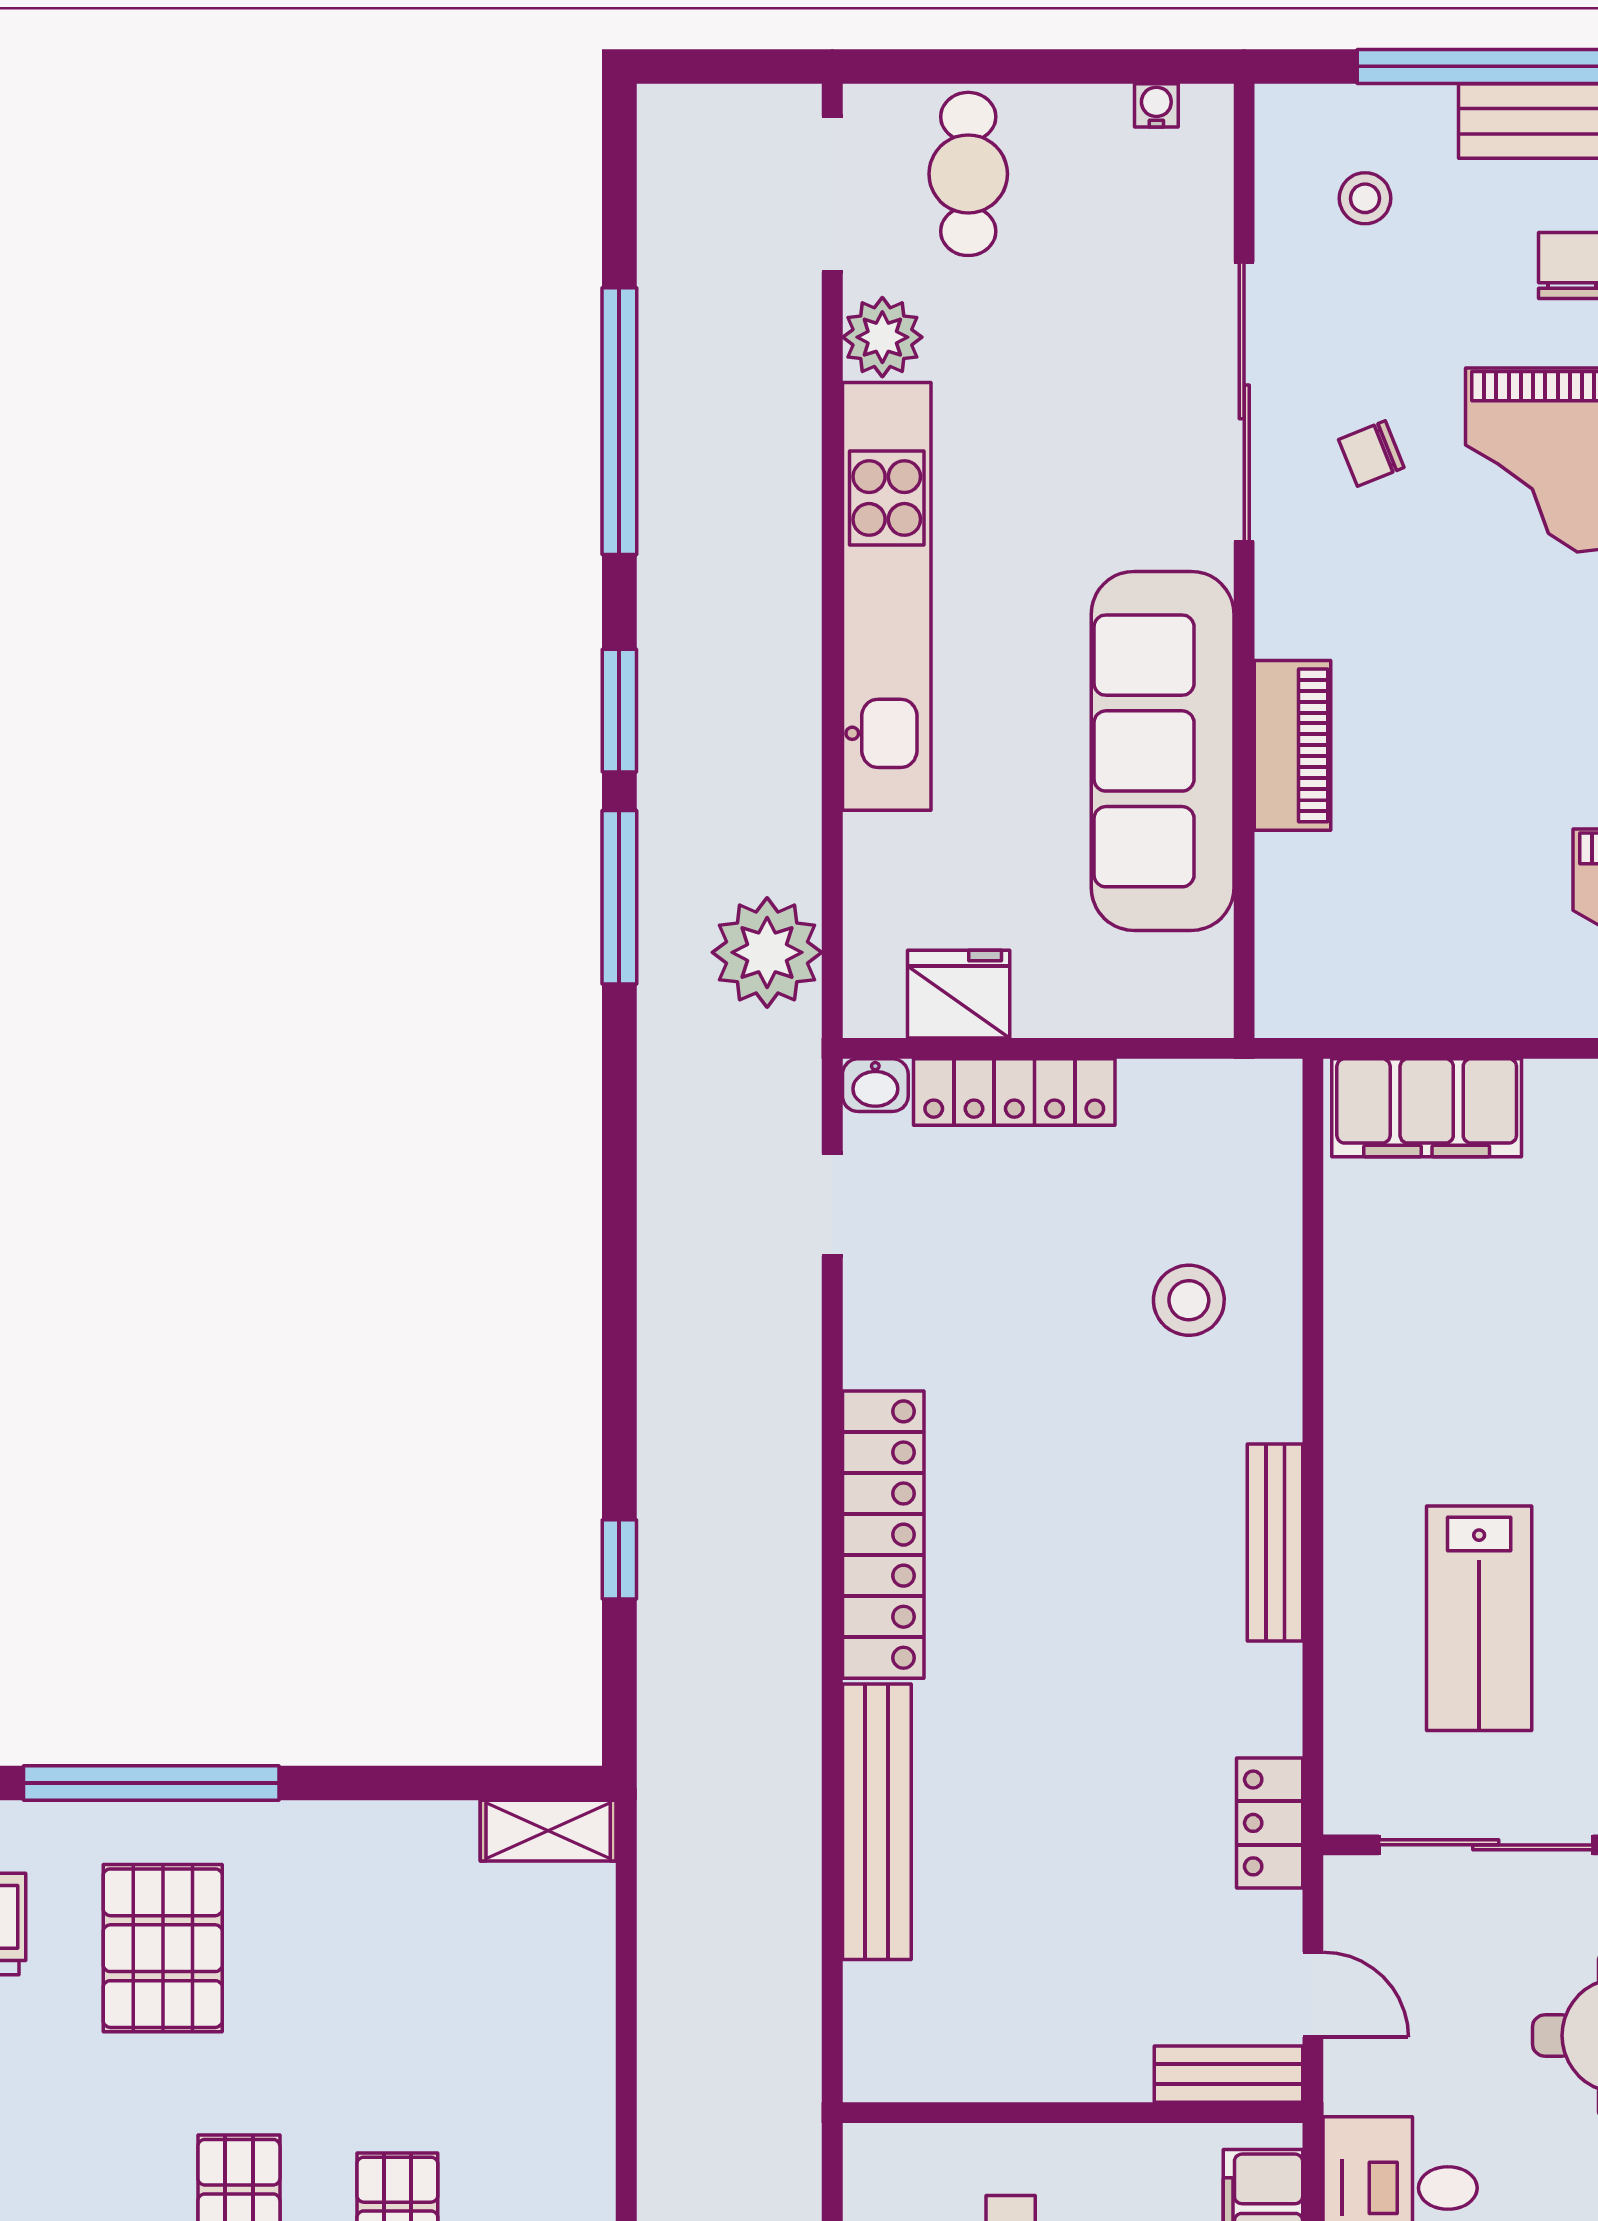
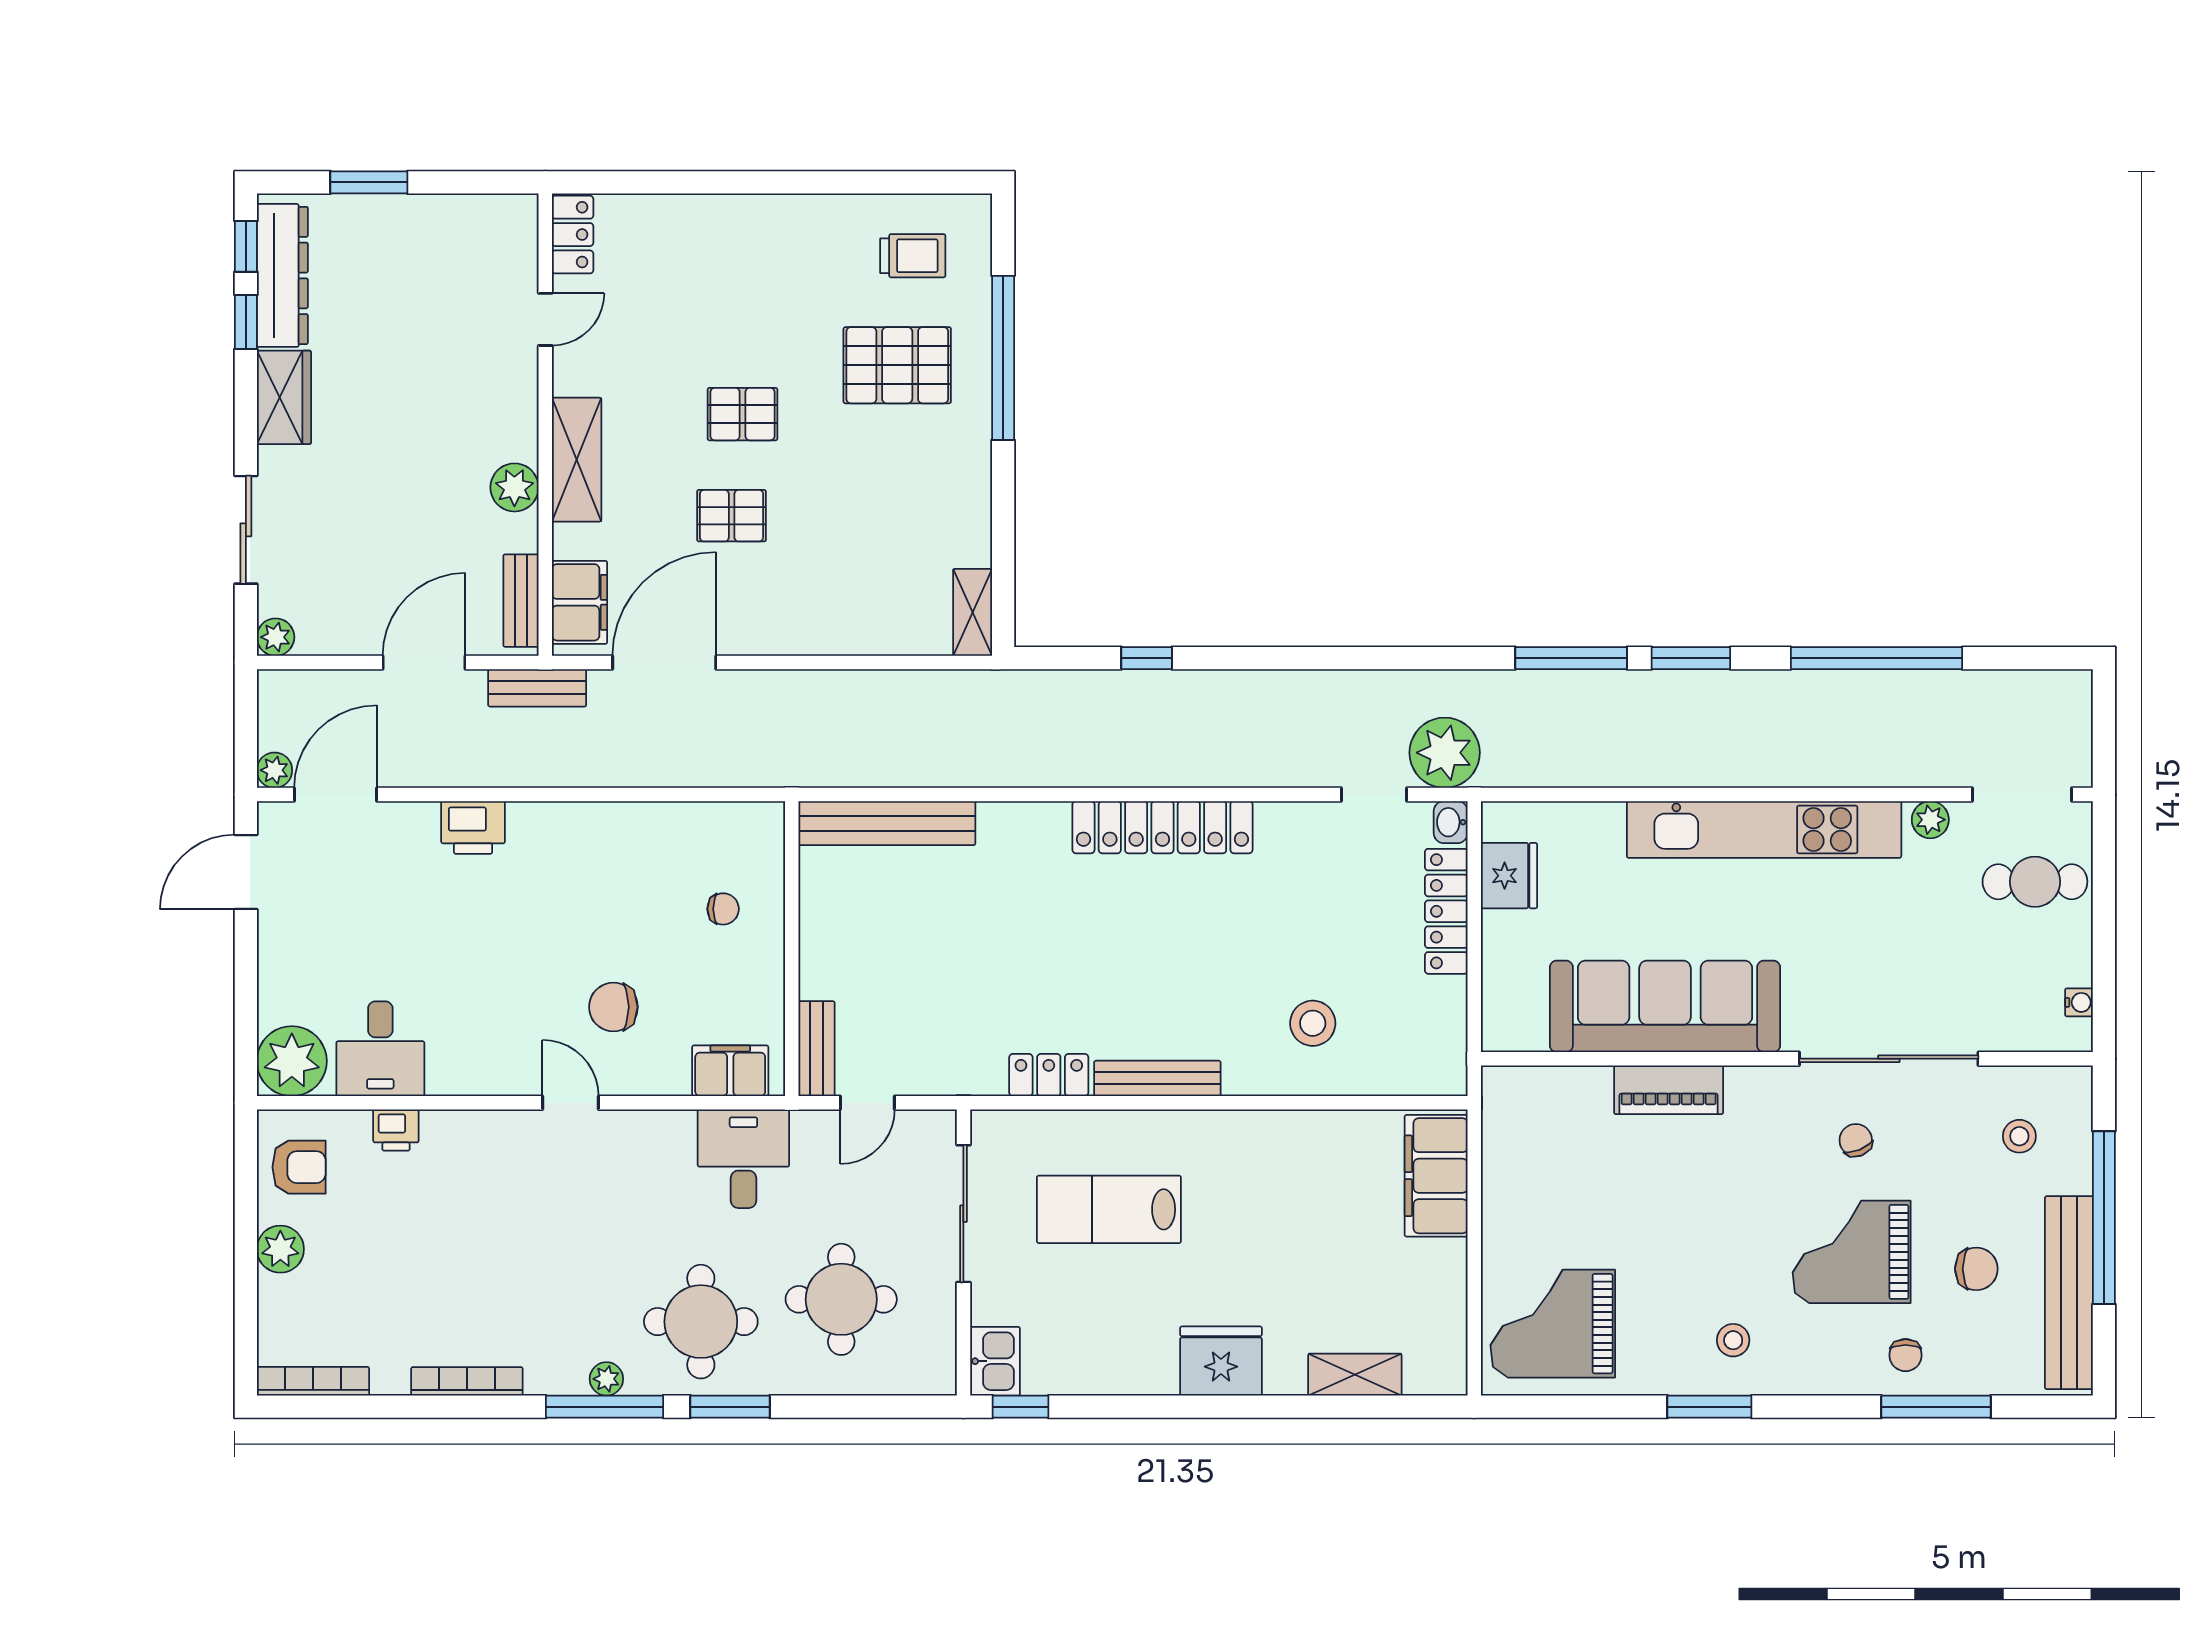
plant: (882, 337) -> (1930, 820), width x0.73, depth x0.73
plant: (767, 952) -> (1445, 753), moved
bench: (877, 1822) -> (887, 823), moved
locker: (1270, 1823) -> (1049, 1075), moved

